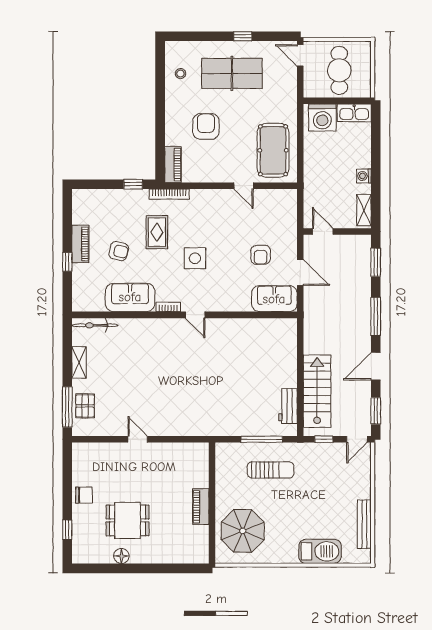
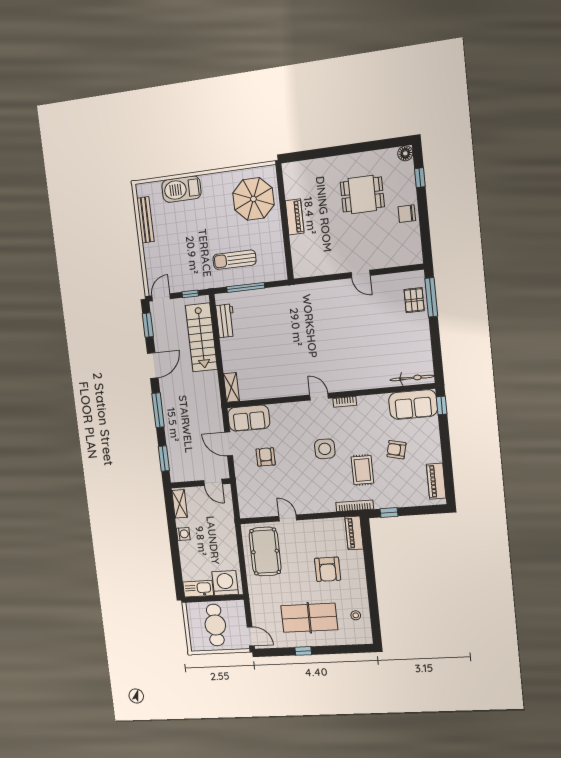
piano: (80, 244) -> (436, 481), moved
window: (67, 262) -> (442, 405), moved
sofa: (130, 297) -> (413, 404), moved
shelving: (79, 362) -> (231, 387), moved
floor lamp: (121, 556) -> (405, 153), moved

